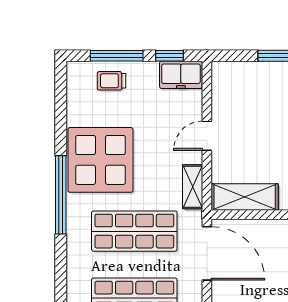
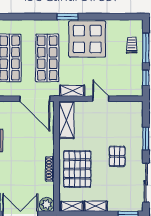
freezer: (181, 75) -> (135, 84), removed
window: (61, 195) -> (68, 17), width x0.47
door: (207, 253) -> (35, 99), hinge flipped

